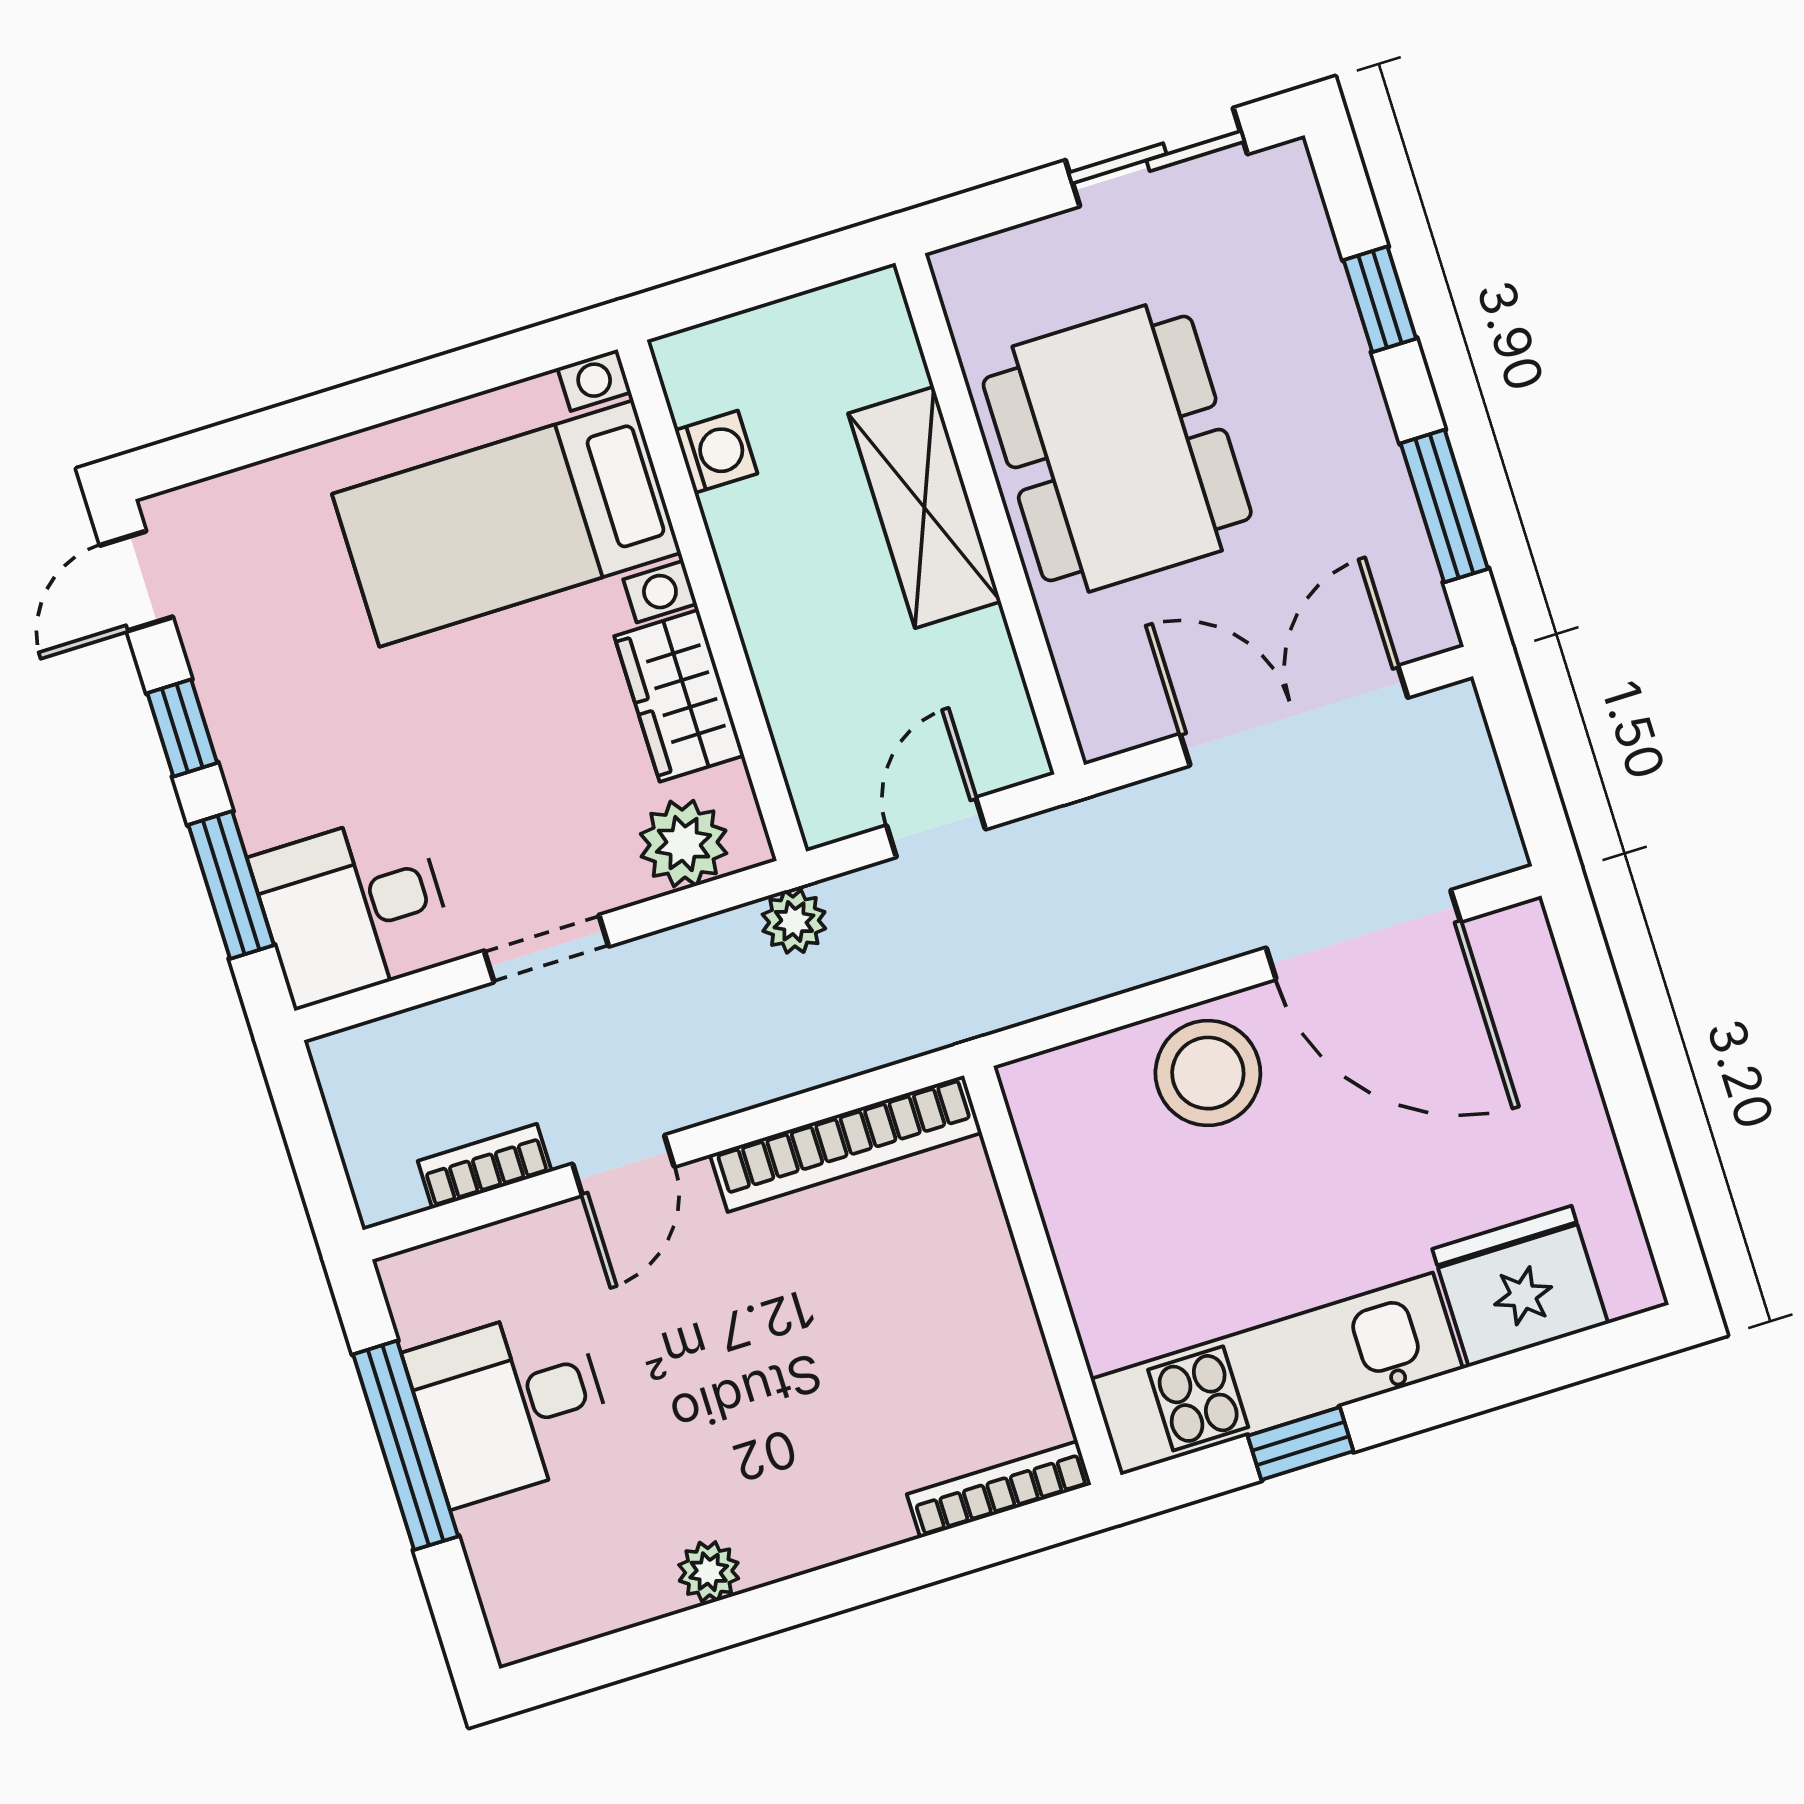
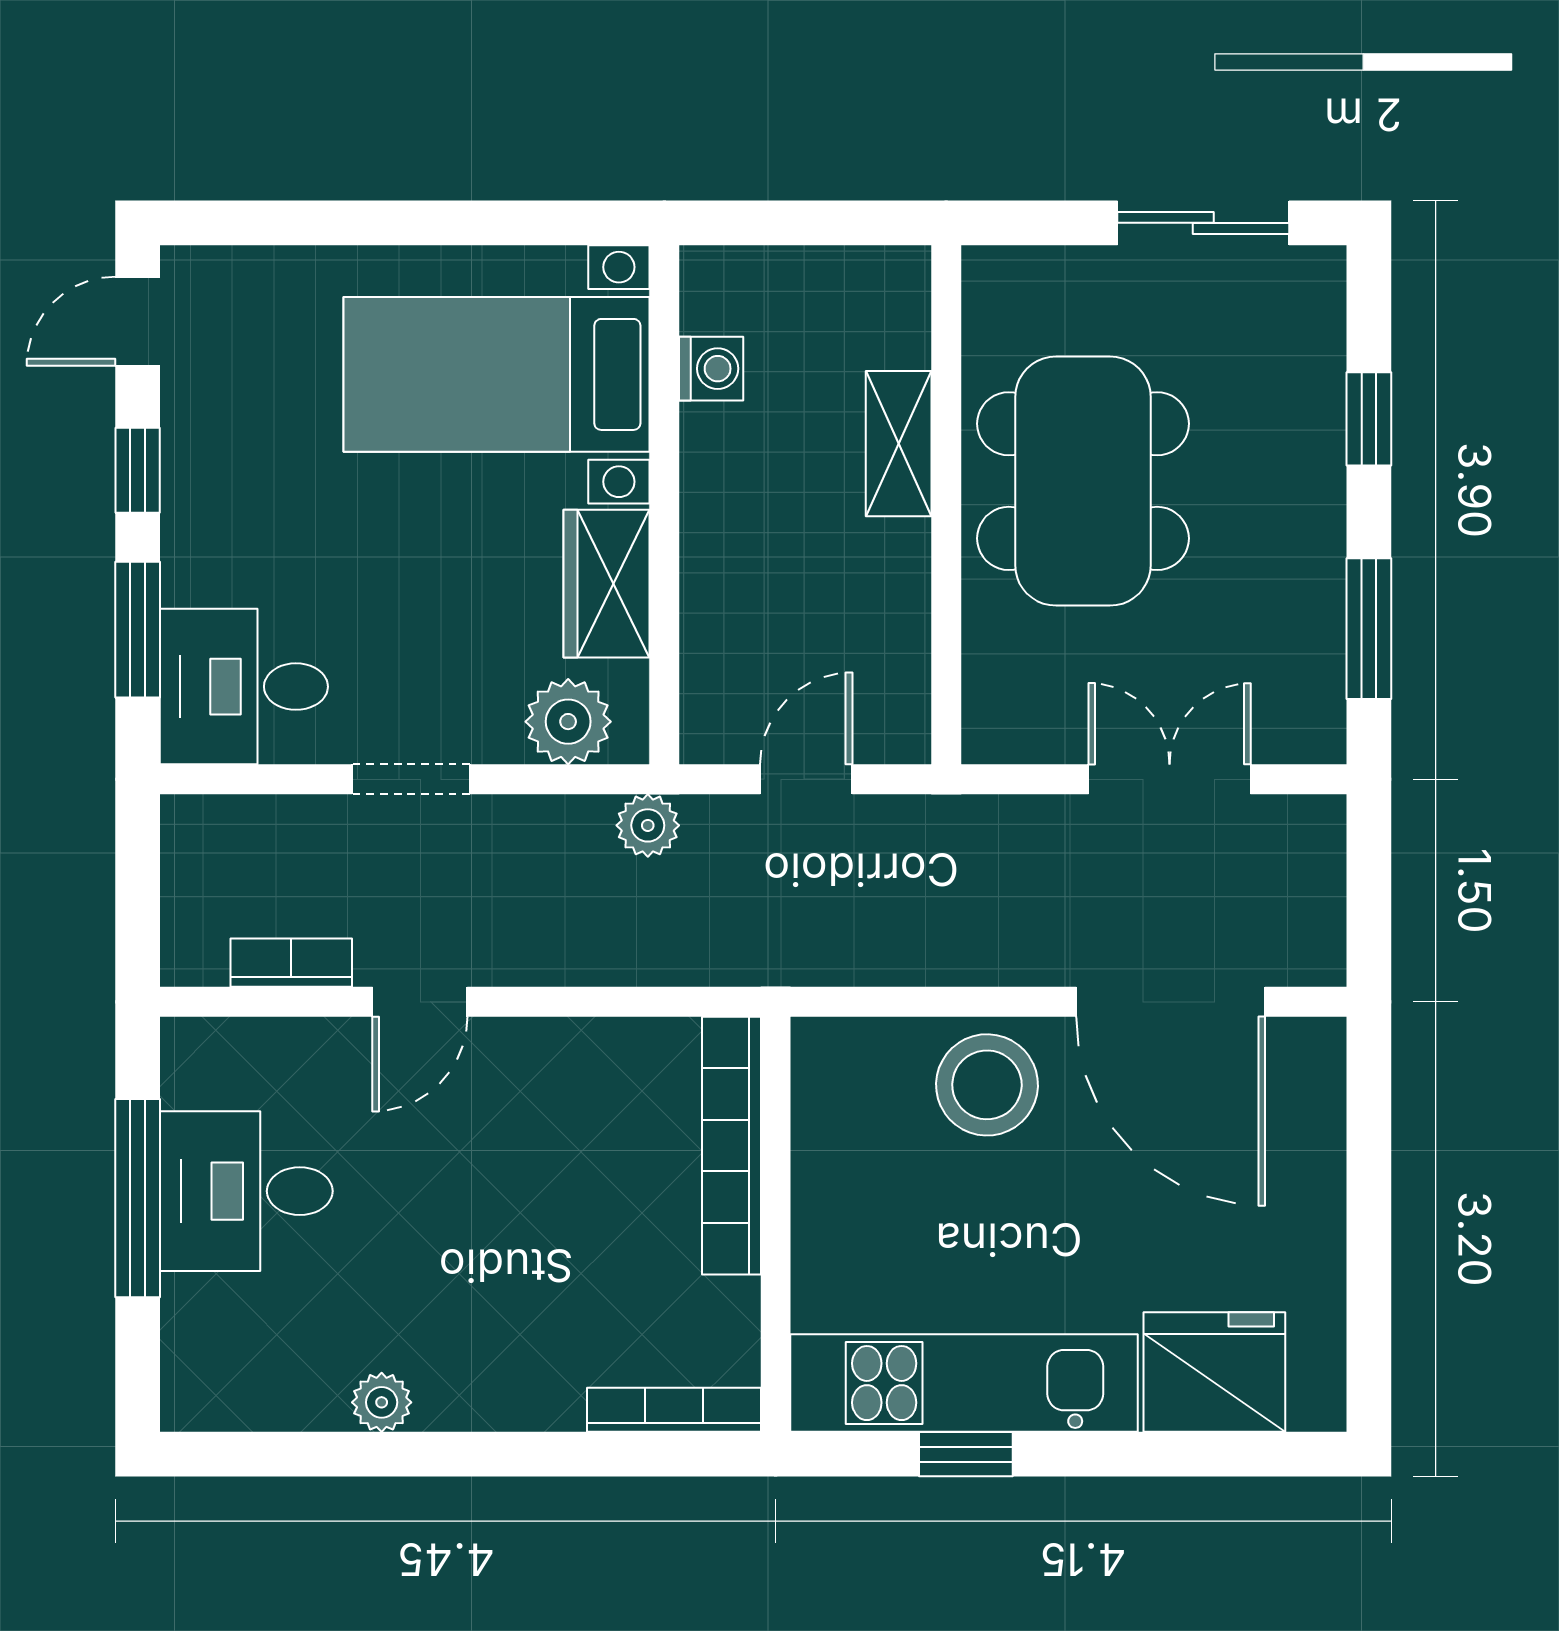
shelving: (924, 507) -> (899, 444), width x0.67, depth x0.75
double door: (1294, 716) -> (1170, 779), width x0.73
bookcase: (846, 1144) -> (731, 1146), moved, turned 90

